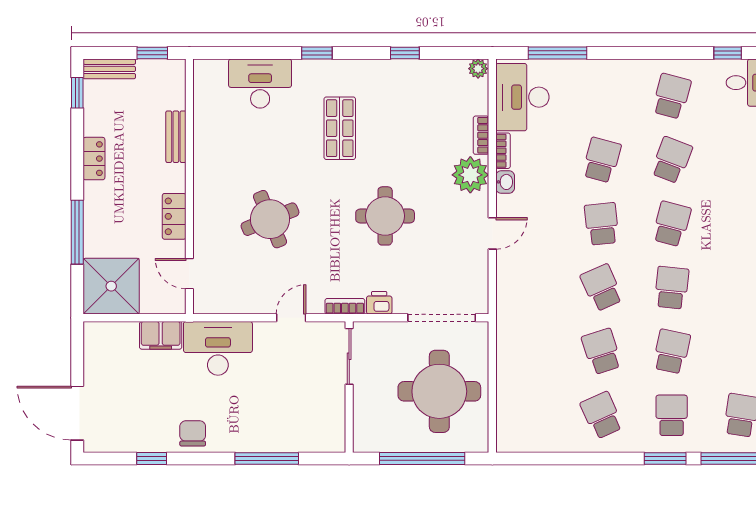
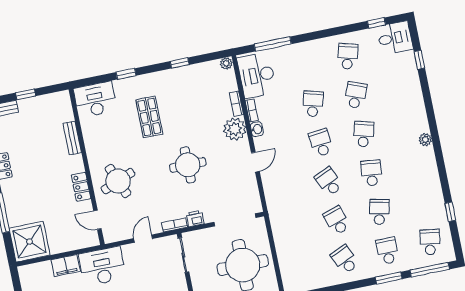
bench: (176, 137) -> (72, 138), moved
wall: (189, 187) -> (87, 167), moved
locker: (174, 216) -> (81, 187), moved
door: (189, 274) -> (97, 220), moved

